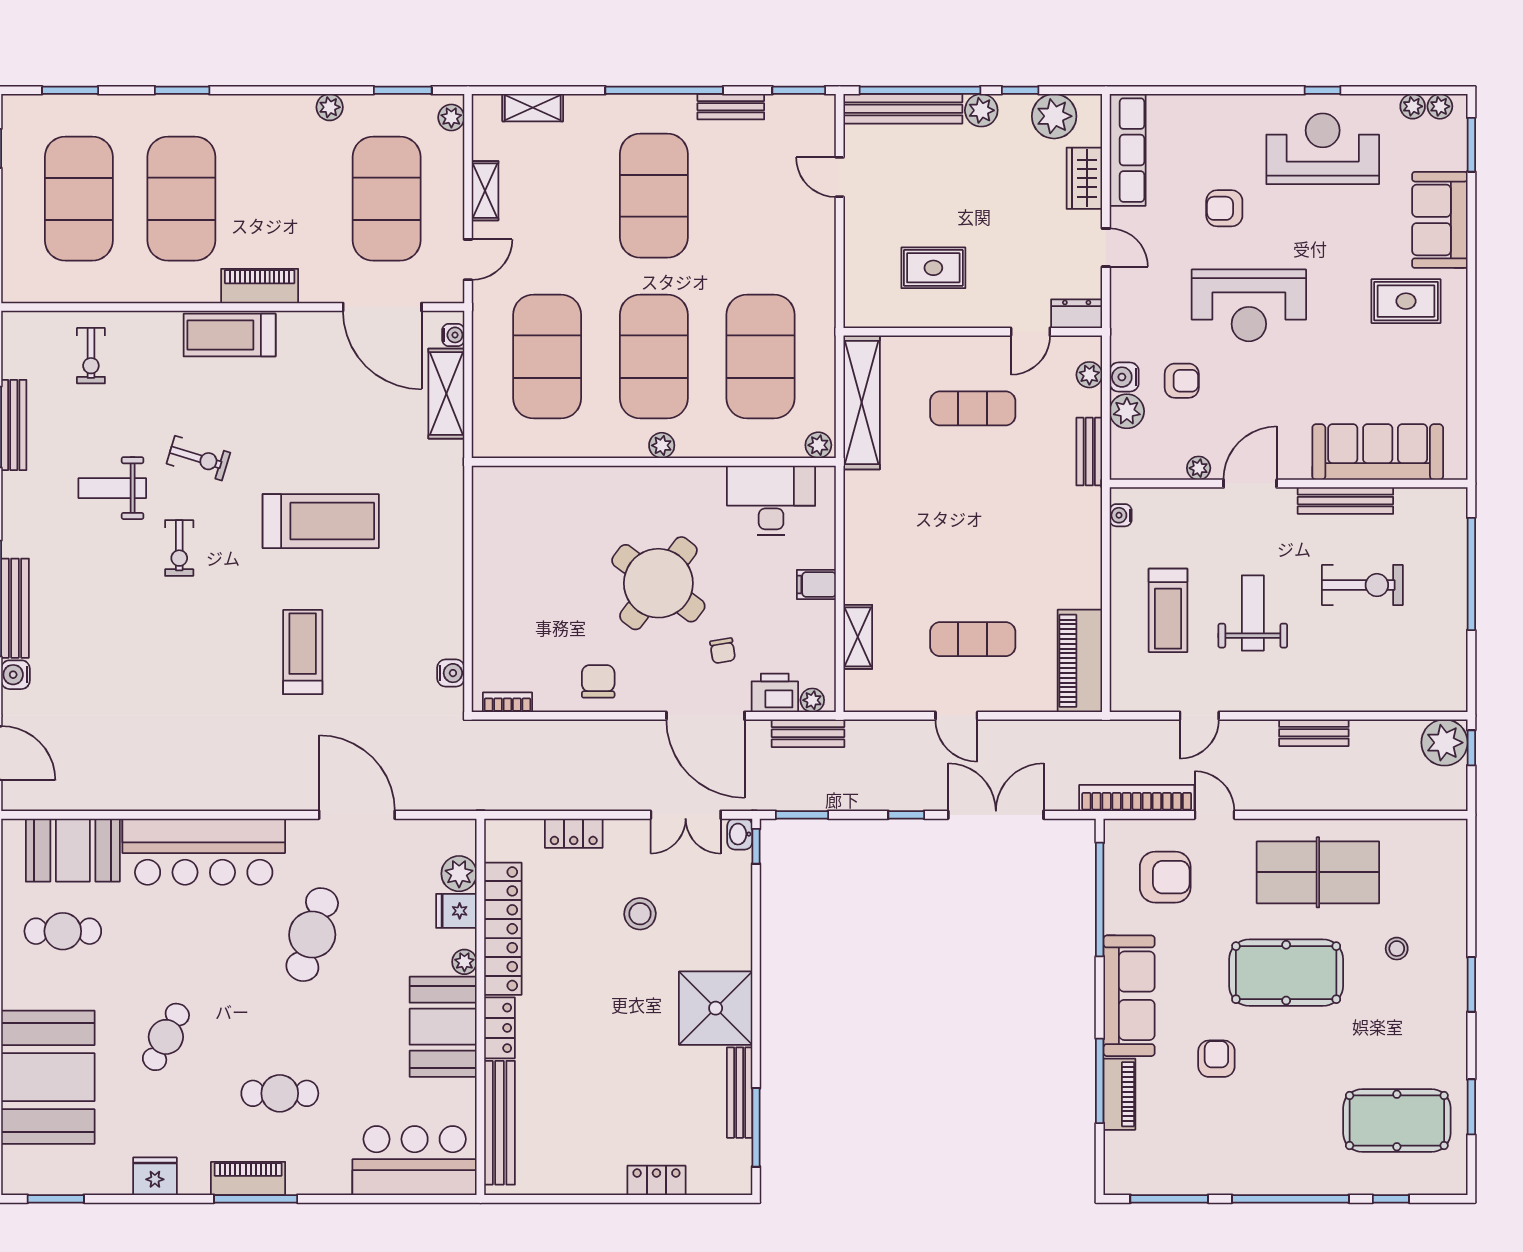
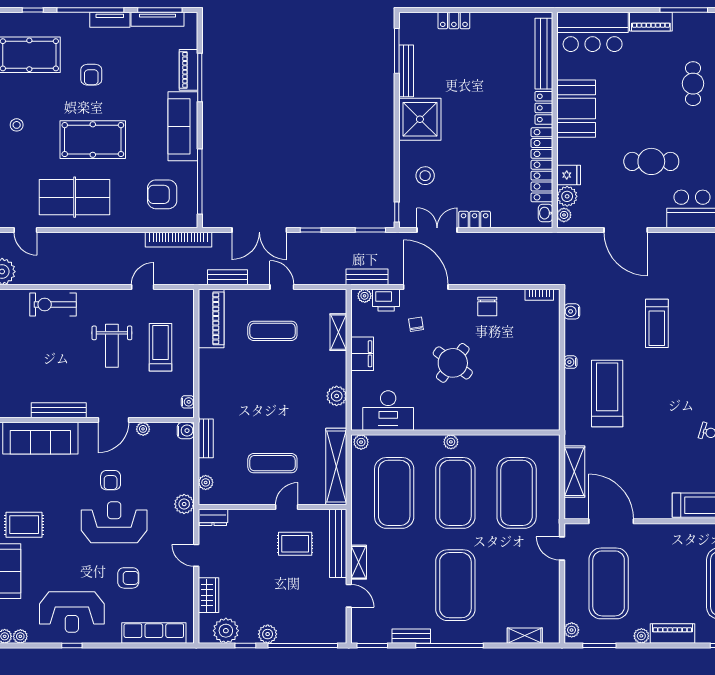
bench: (903, 109) -> (338, 543), moved, turned 90
row of seats: (1128, 150) -> (154, 633), moved, turned 90
shelving: (485, 191) -> (359, 562), moved
door: (468, 260) -> (562, 548), hinge flipped
piano: (260, 286) -> (672, 634), moved, turned 180
door: (1030, 332) -> (287, 507), moved
water cooler: (453, 335) -> (570, 362), moved
water cooler: (1124, 377) -> (186, 431), moved
armchair: (1182, 381) -> (111, 480), moved, turned -90
plant: (1127, 411) -> (184, 504), moved
treadmill: (321, 521) -> (607, 394), moved, turned 90
plant: (861, 526) -> (337, 396), added
round table: (658, 583) -> (453, 363), width x0.73, depth x0.73
filing cabinet: (816, 584) -> (362, 354), width x2.00
exercise bike: (1362, 585) -> (53, 304), moved
bench: (1314, 733) -> (228, 277), moved
door: (1214, 815) -> (25, 230), moved
locker: (574, 833) -> (475, 220), moved
washbasin: (740, 834) -> (545, 213), moved, turned 180
stool: (640, 914) -> (425, 176), moved
cafe table: (312, 935) -> (651, 161), turned 73
stool: (1397, 949) -> (17, 125), moved
plant: (464, 962) -> (564, 215), moved
armchair: (1216, 1059) -> (91, 75), moved
cafe table: (280, 1093) -> (693, 84), moved, turned 90
piano: (248, 1178) -> (651, 22), moved
tv unit: (1256, 1182) -> (110, 20), added
tv unit: (1173, 1183) -> (158, 19), added

